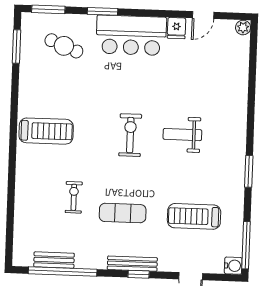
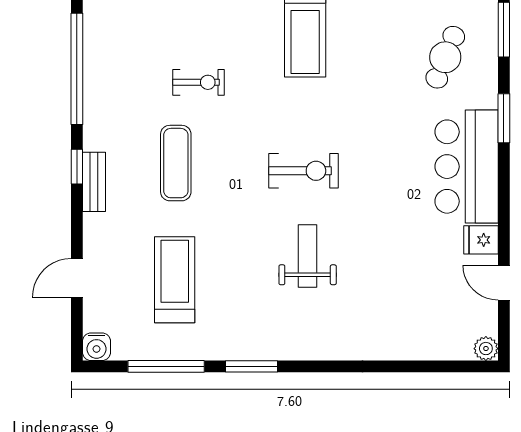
window: (246, 245) -> (166, 366), moved
bench: (54, 260) -> (95, 54), removed
bench: (132, 264) -> (94, 182), width x0.73
window: (139, 274) -> (77, 167), moved

